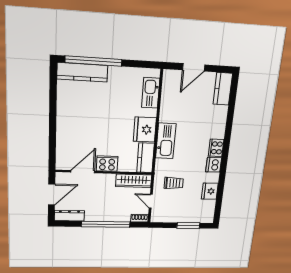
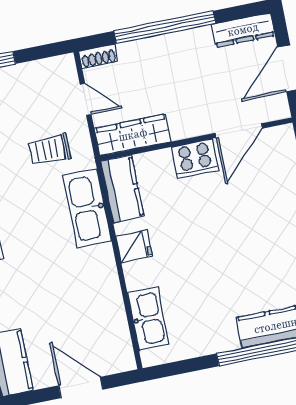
door: (194, 67) -> (81, 387), hinge flipped
fridge: (145, 130) -> (134, 246), width x0.53, depth x0.75
kitchen sink: (166, 141) -> (87, 208), moved

